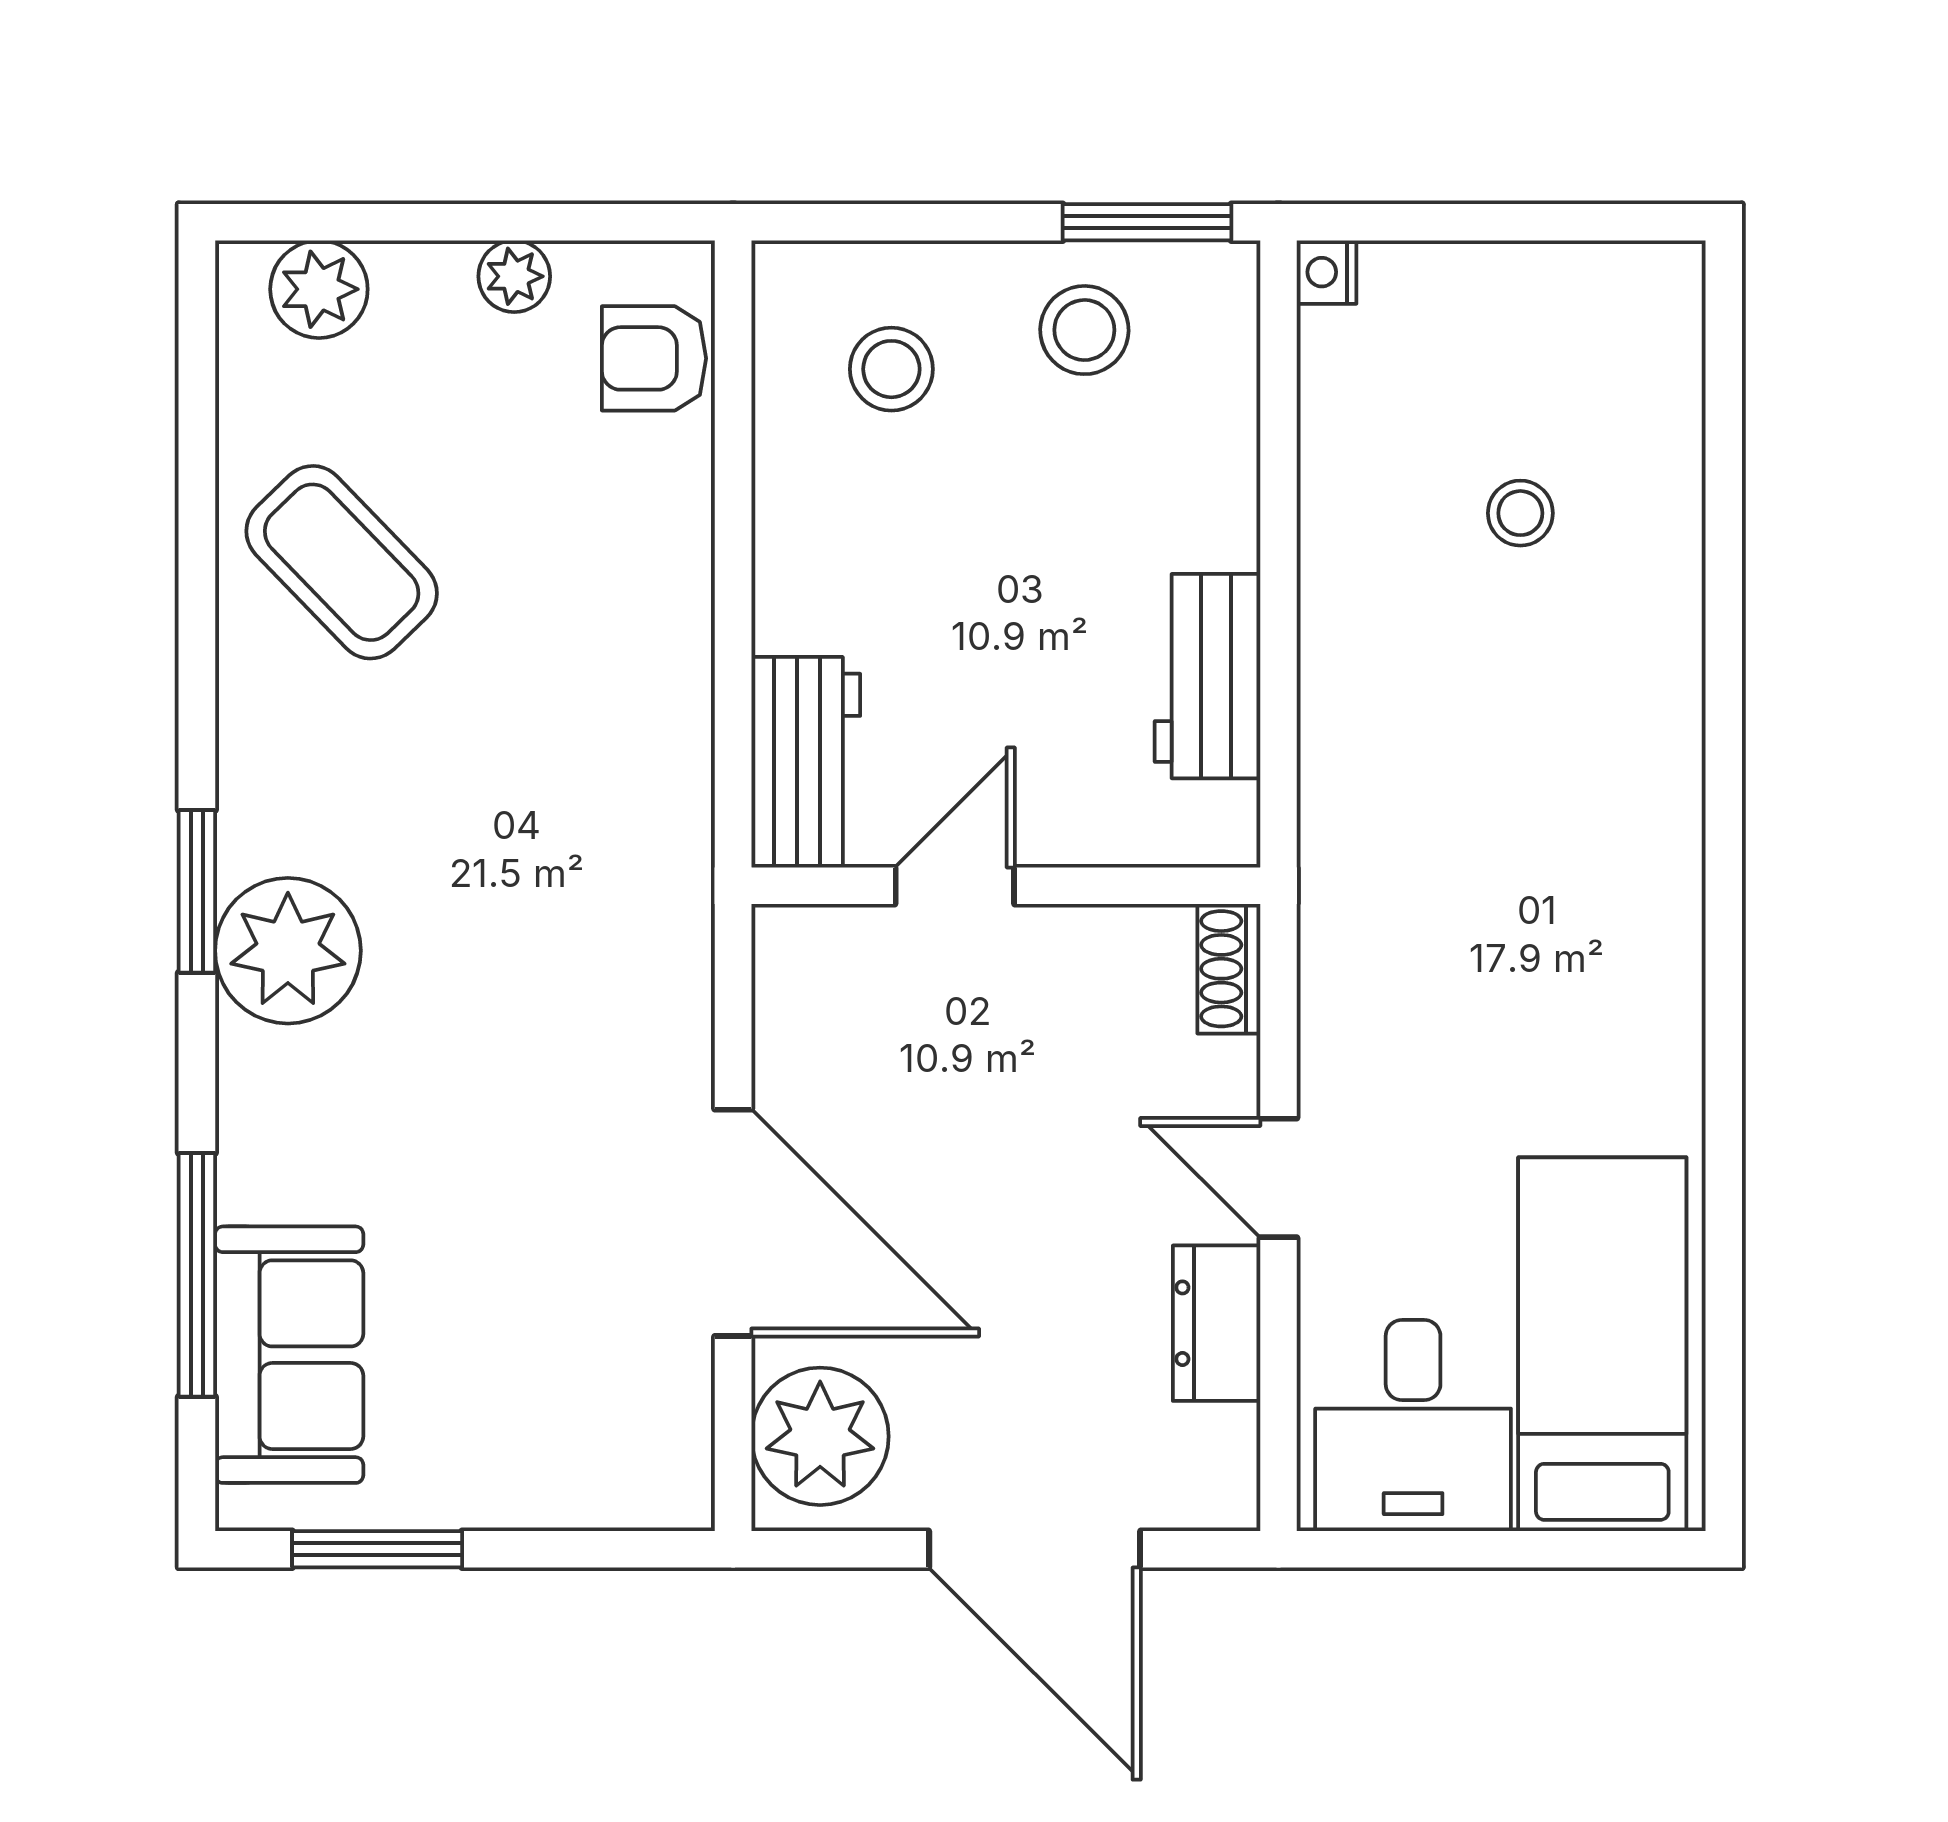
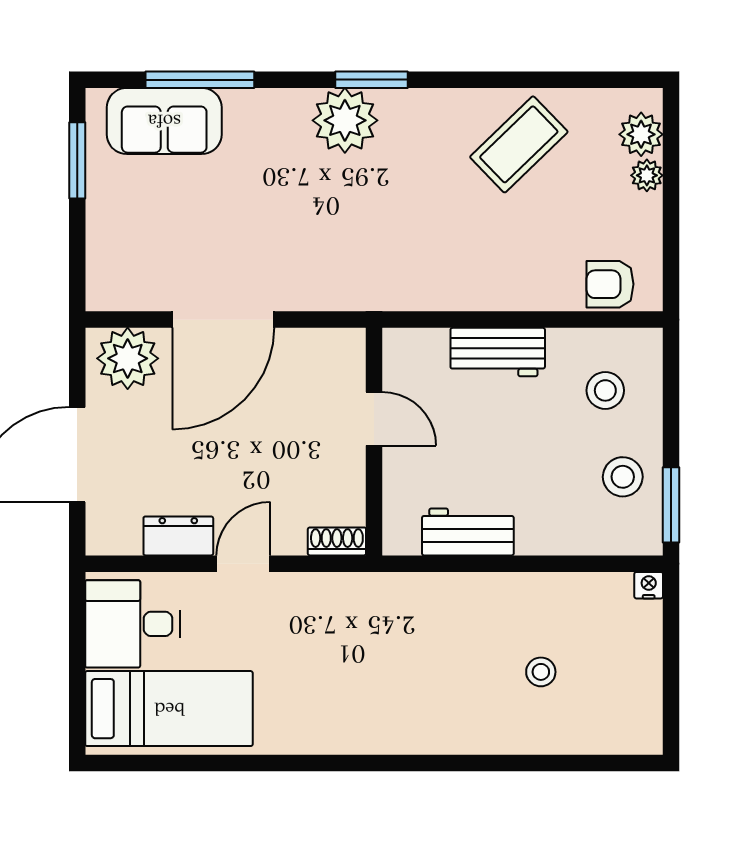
plant: (514, 276) -> (647, 175), moved
armchair: (654, 358) -> (610, 284), turned -90
workbench: (806, 762) -> (498, 352), moved

